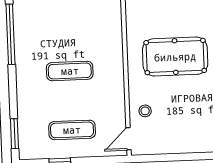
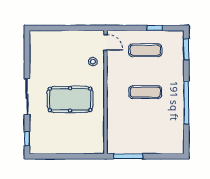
window: (10, 34) -> (186, 103), moved
door: (128, 139) -> (105, 42), hinge flipped

